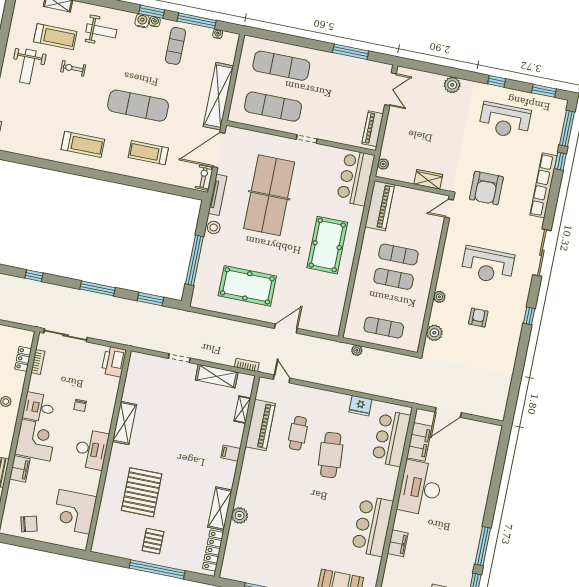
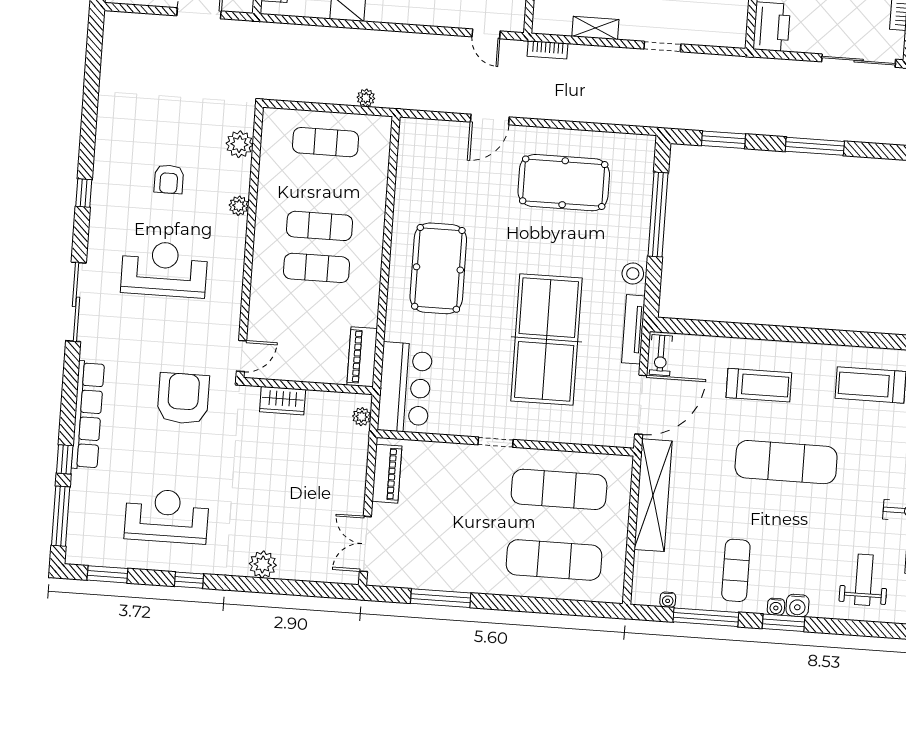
weight bench: (101, 31) -> (864, 580), turned 90
piano: (380, 206) -> (362, 357), width x0.73, depth x0.75
shelving: (217, 376) -> (595, 28), width x0.67, depth x0.75

